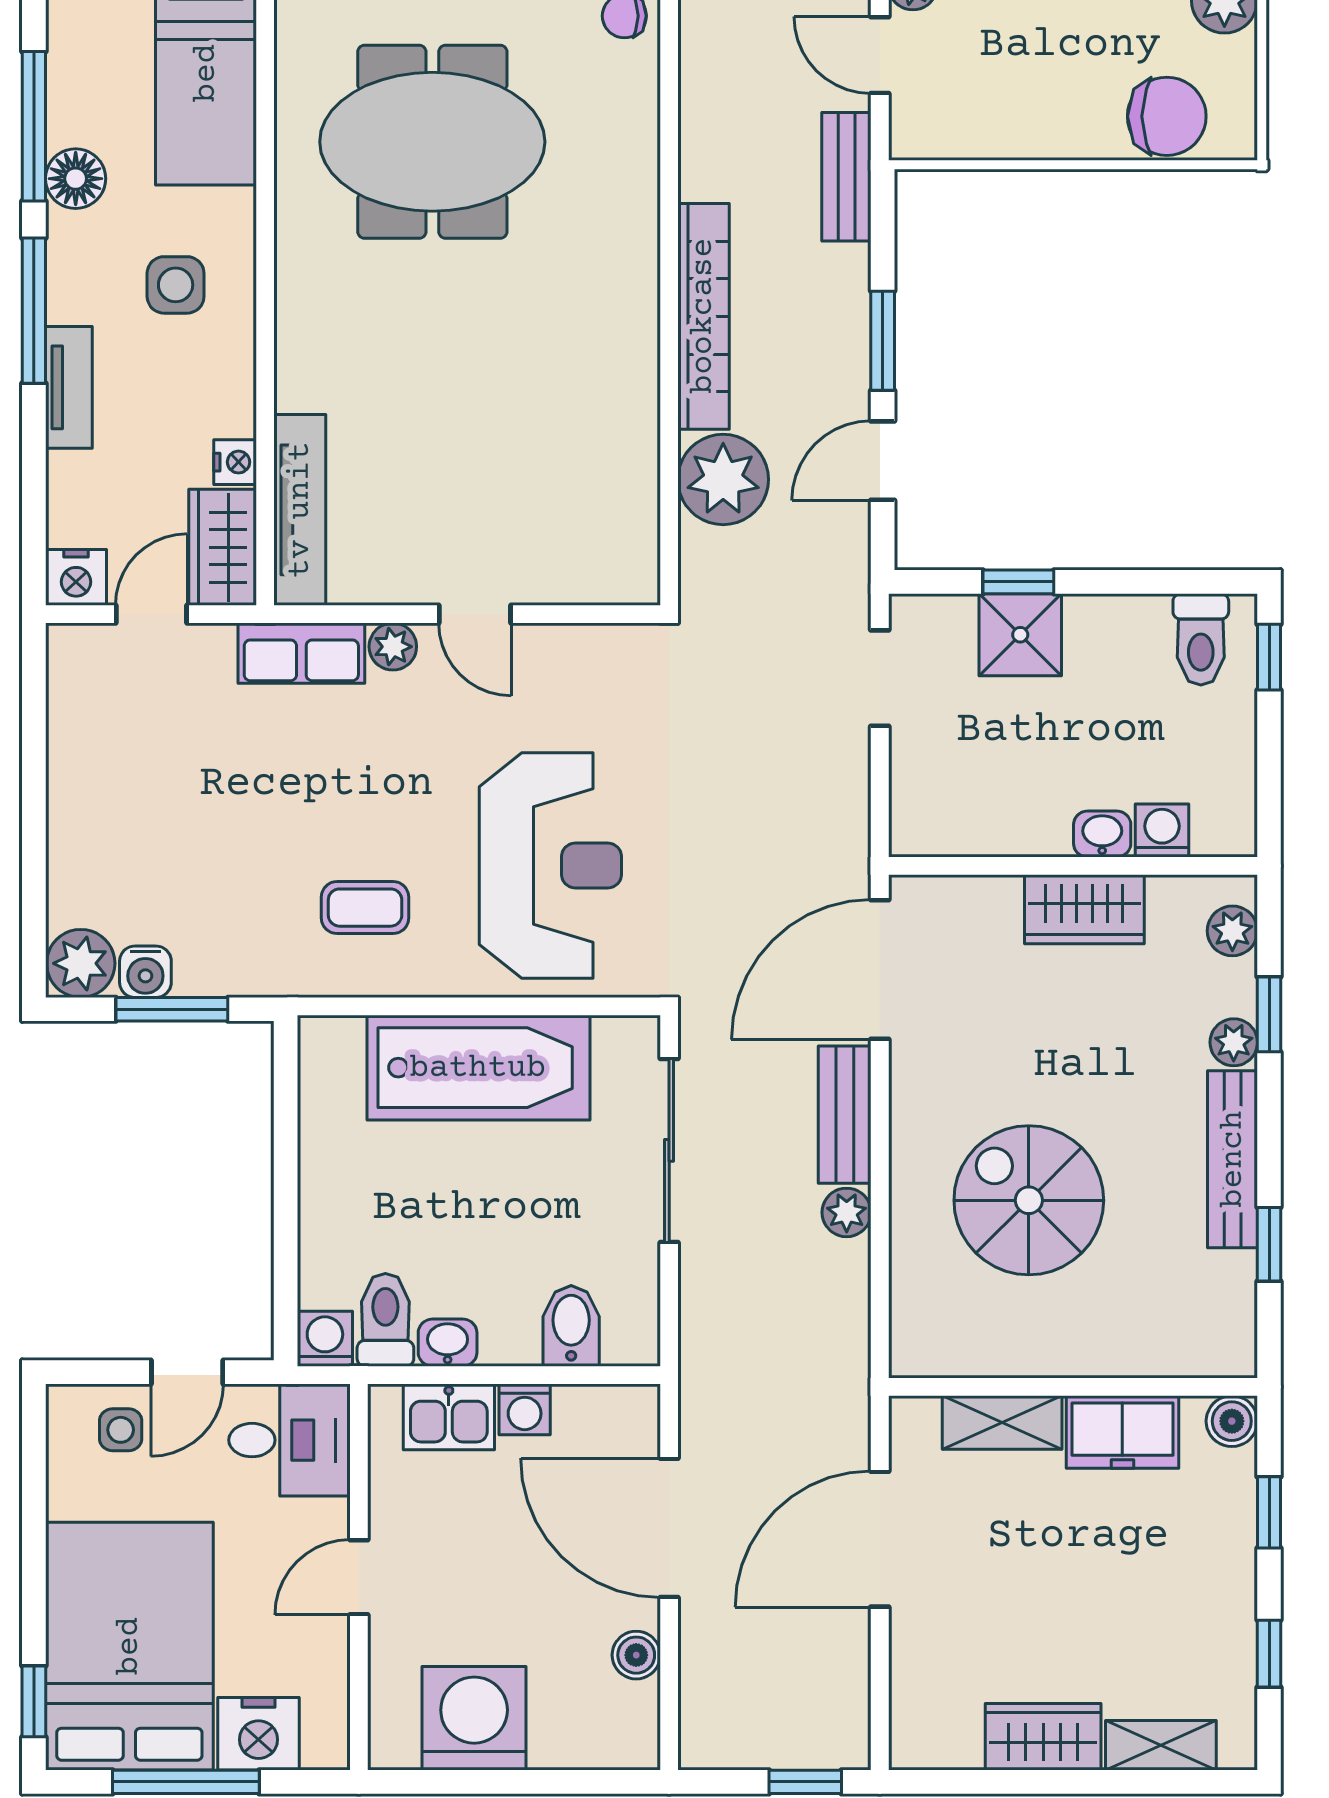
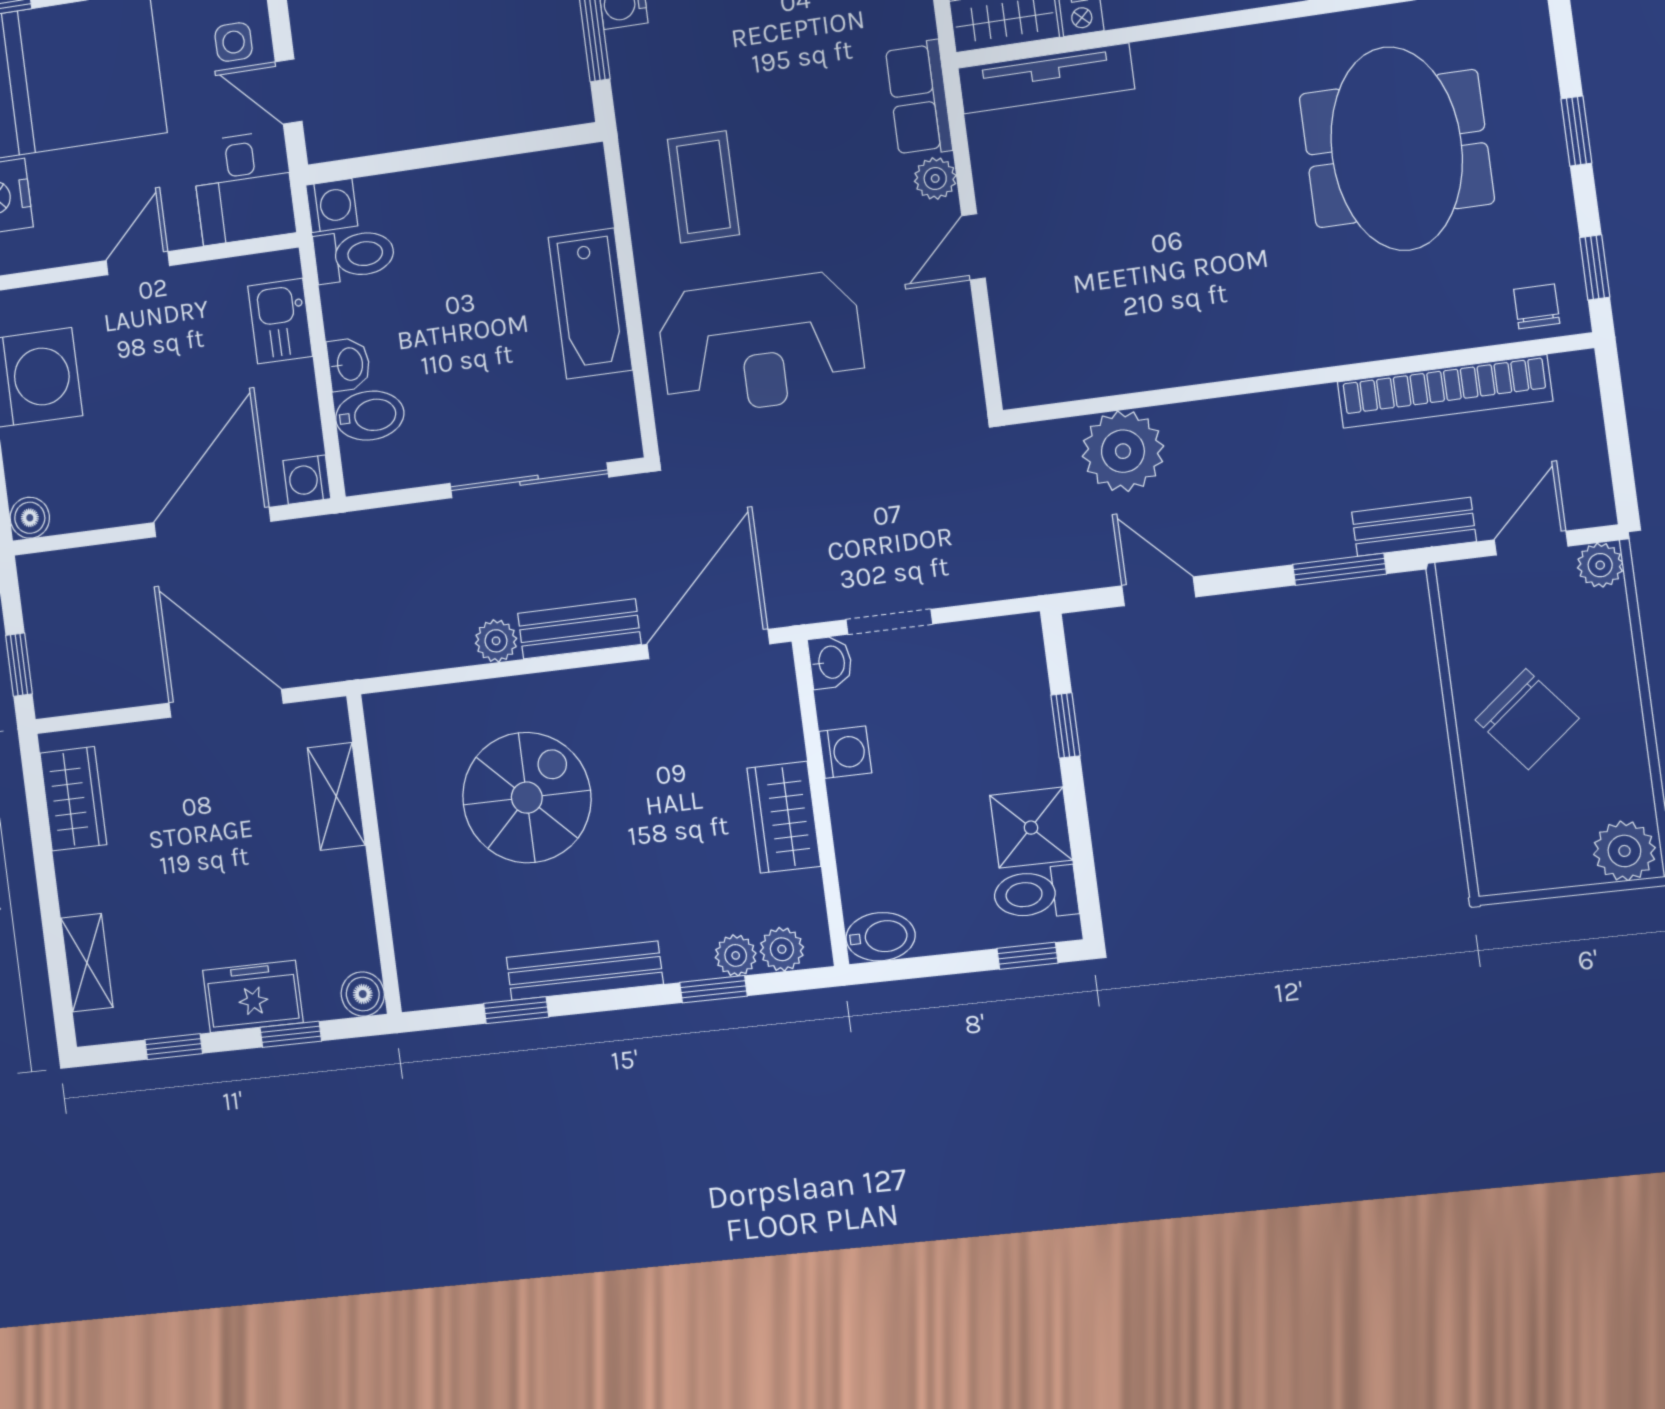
chair: (1167, 116) -> (1527, 719), moved, turned -39
bookcase: (703, 316) -> (1445, 391), moved
window: (883, 341) -> (1339, 569), moved
shower: (1020, 635) -> (1031, 828), moved
doorway: (880, 678) -> (889, 622), moved
bidet: (1230, 818) -> (881, 937), added
washing machine: (1162, 830) -> (845, 752), moved
washbasin: (1102, 834) -> (830, 662), moved
coffee table: (365, 908) -> (703, 187), width x1.36, depth x1.30
door: (880, 969) -> (708, 644), hinge flipped
plant: (1234, 1042) -> (736, 955), moved
bathtub: (478, 1068) -> (590, 304), width x0.73, depth x0.73
washbasin: (448, 1343) -> (349, 364), moved
washing machine: (525, 1409) -> (307, 480), moved
freezer: (1122, 1432) -> (253, 996), moved, turned 90
door: (359, 1577) -> (138, 263), hinge flipped
boiler: (636, 1655) -> (30, 518), moved
wardrobe: (1043, 1737) -> (73, 799), moved

